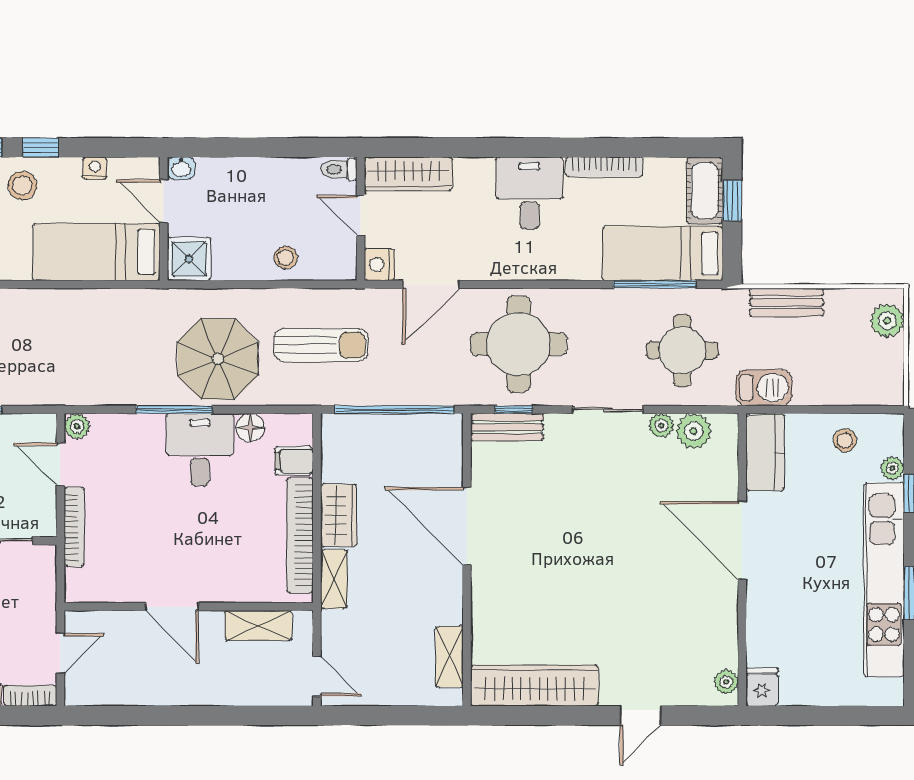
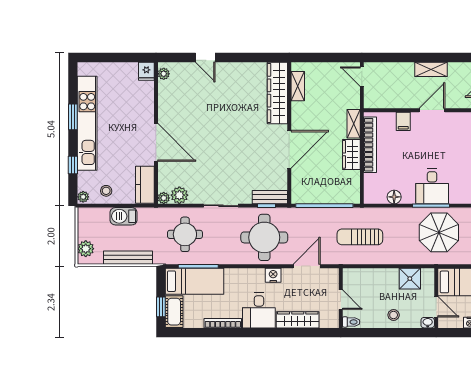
wardrobe: (408, 174) -> (298, 320), moved
stool: (286, 257) -> (394, 315), moved
shower: (189, 259) -> (410, 279), moved
nightstand: (379, 265) -> (273, 275), moved, turned -90
bench: (786, 302) -> (128, 258), width x1.36
parasol: (218, 359) -> (439, 232), moved
barbecue: (764, 388) -> (124, 216), moved
plant: (661, 425) -> (164, 198), moved
desk: (200, 450) -> (432, 186), moved
filing cabinet: (294, 461) -> (403, 121), moved, turned 90
plant: (892, 468) -> (83, 197), moved
door: (467, 526) -> (289, 149), hinge flipped
door: (172, 607) -> (432, 110), hinge flipped
shelving: (258, 625) -> (431, 69), moved
wardrobe: (534, 685) -> (277, 93), moved, turned 90
door: (640, 715) -> (205, 58), swing flipped

